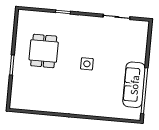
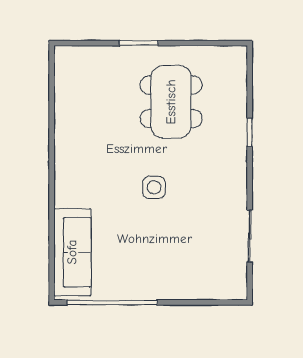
dining table: (44, 51) -> (171, 102), width x1.38
sofa: (134, 85) -> (72, 252), moved, turned 90

